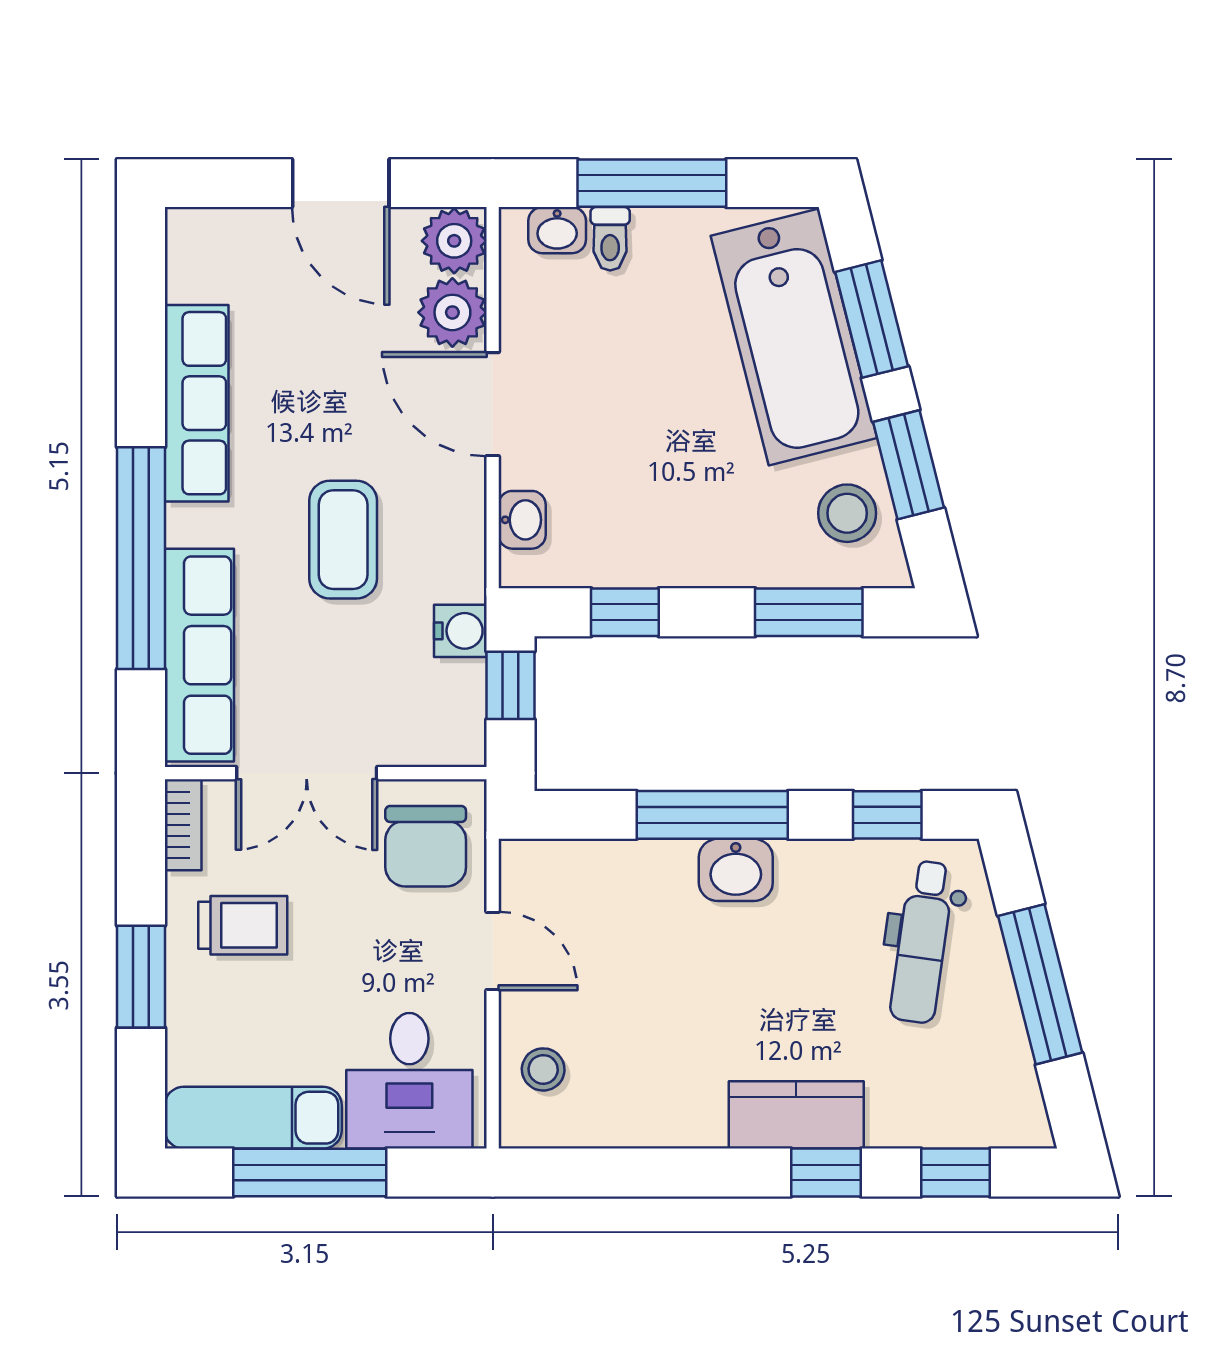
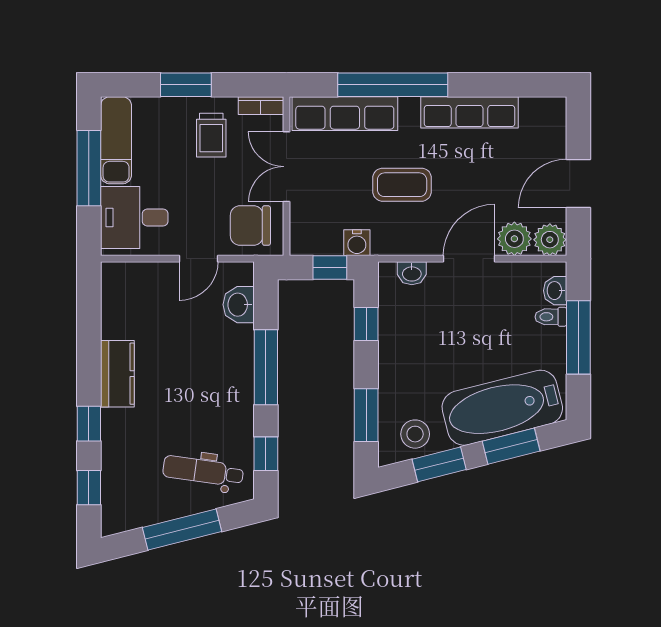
washbasin: (736, 870) -> (239, 305), moved
stool: (543, 1069) -> (140, 284), removed
kitchen counter: (796, 1115) -> (117, 374), moved

